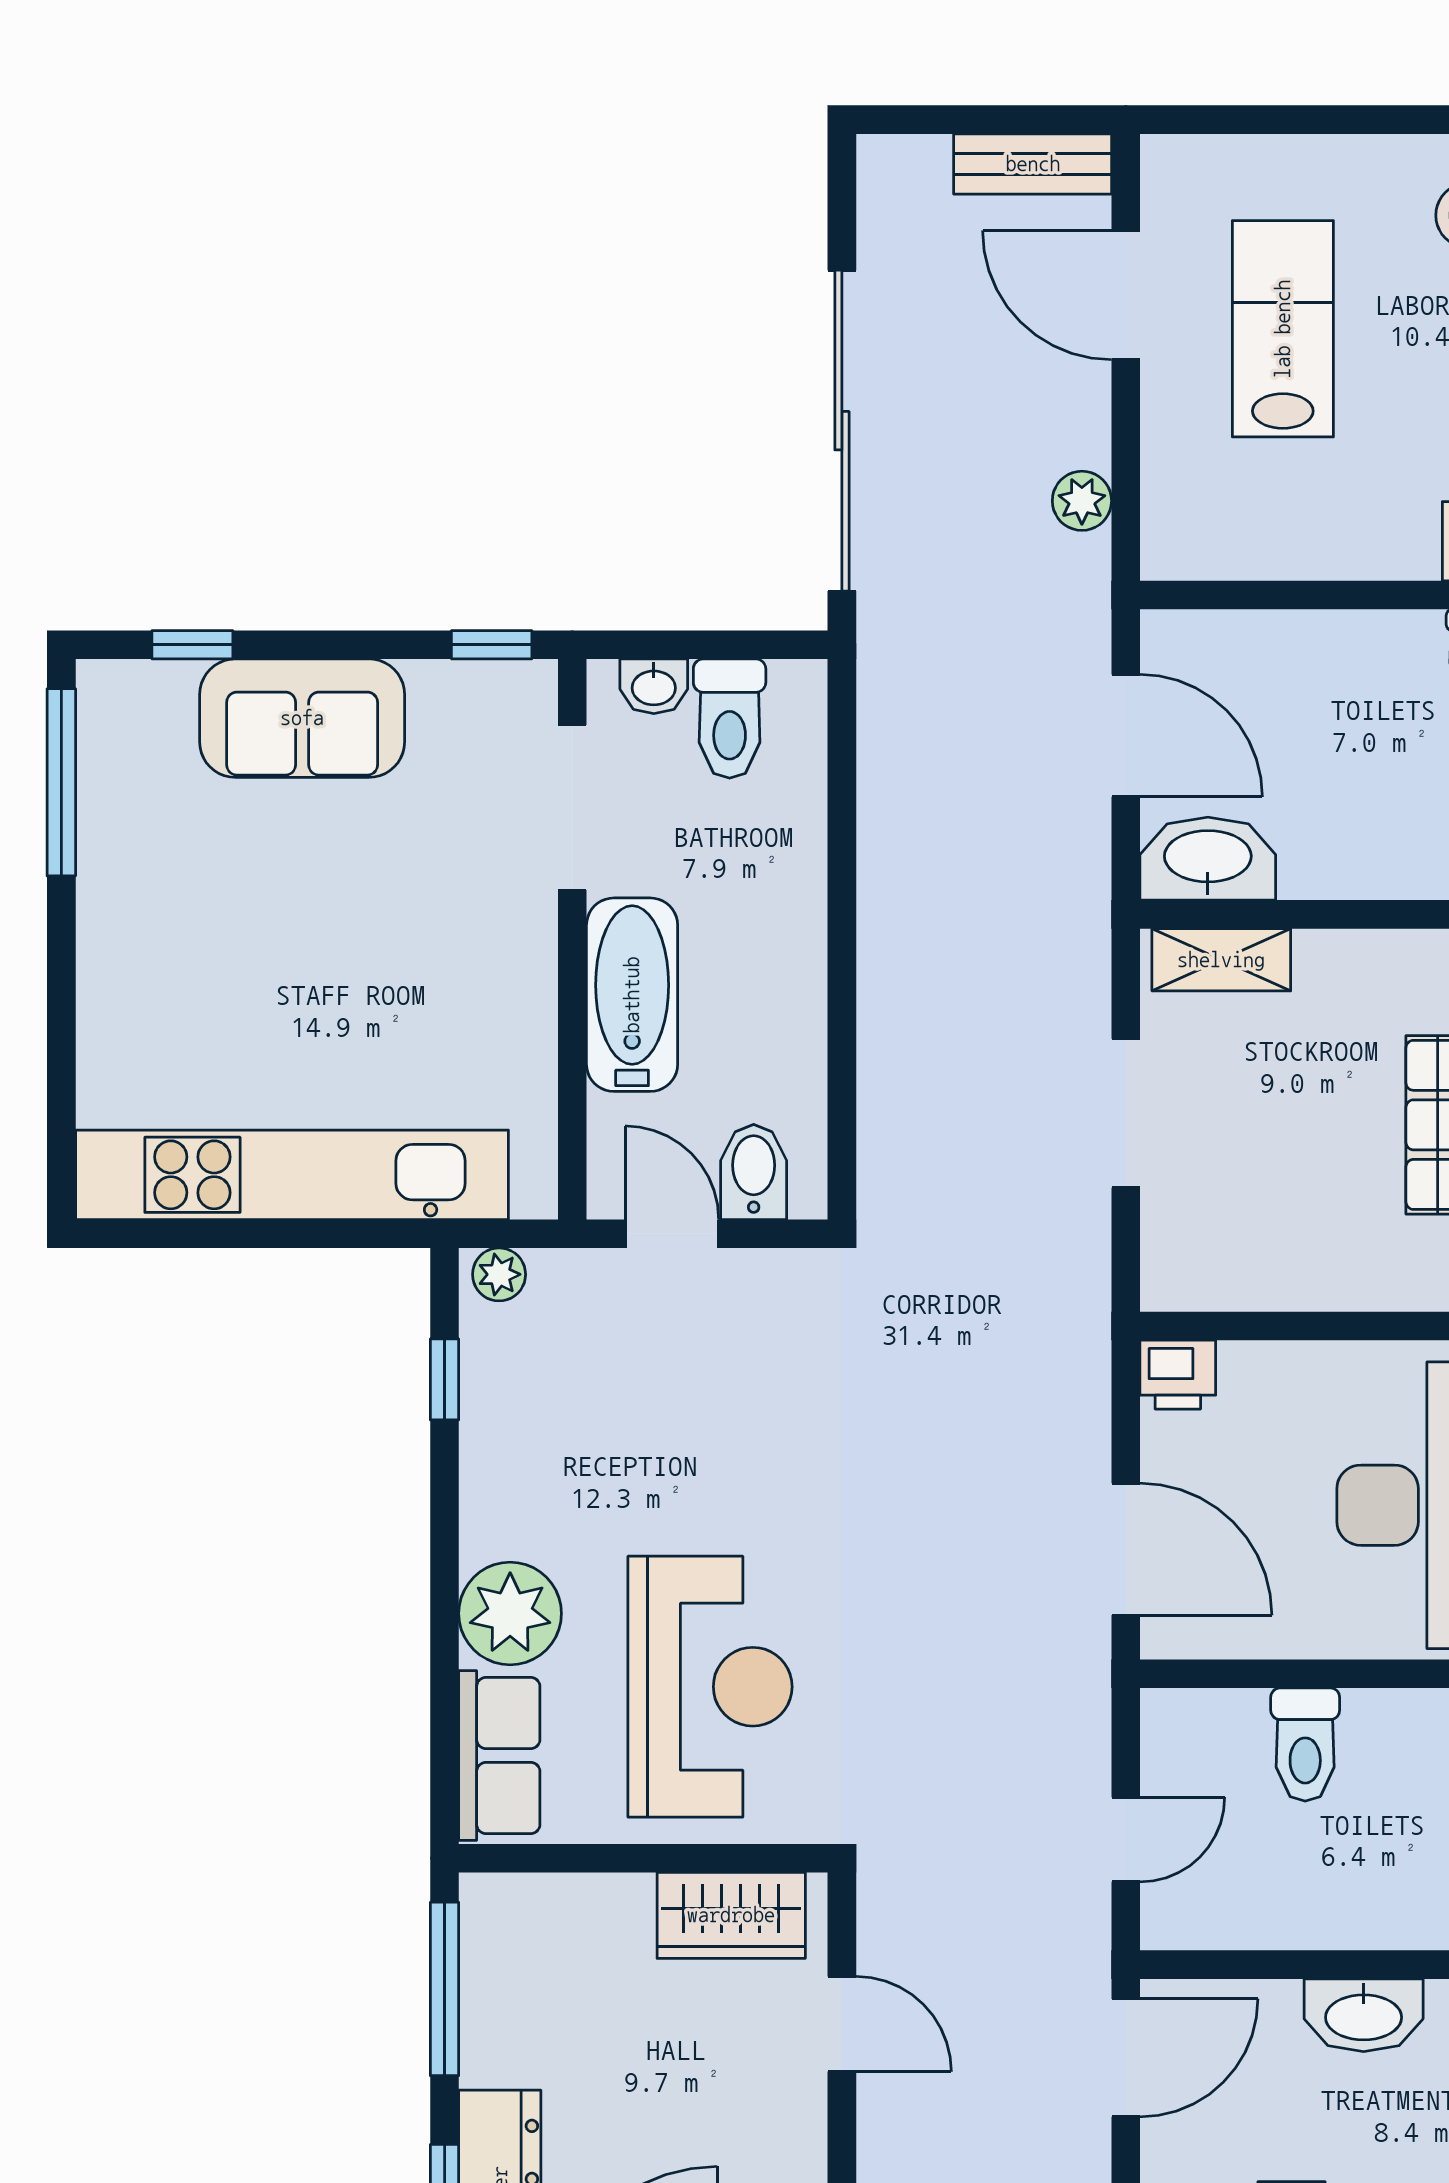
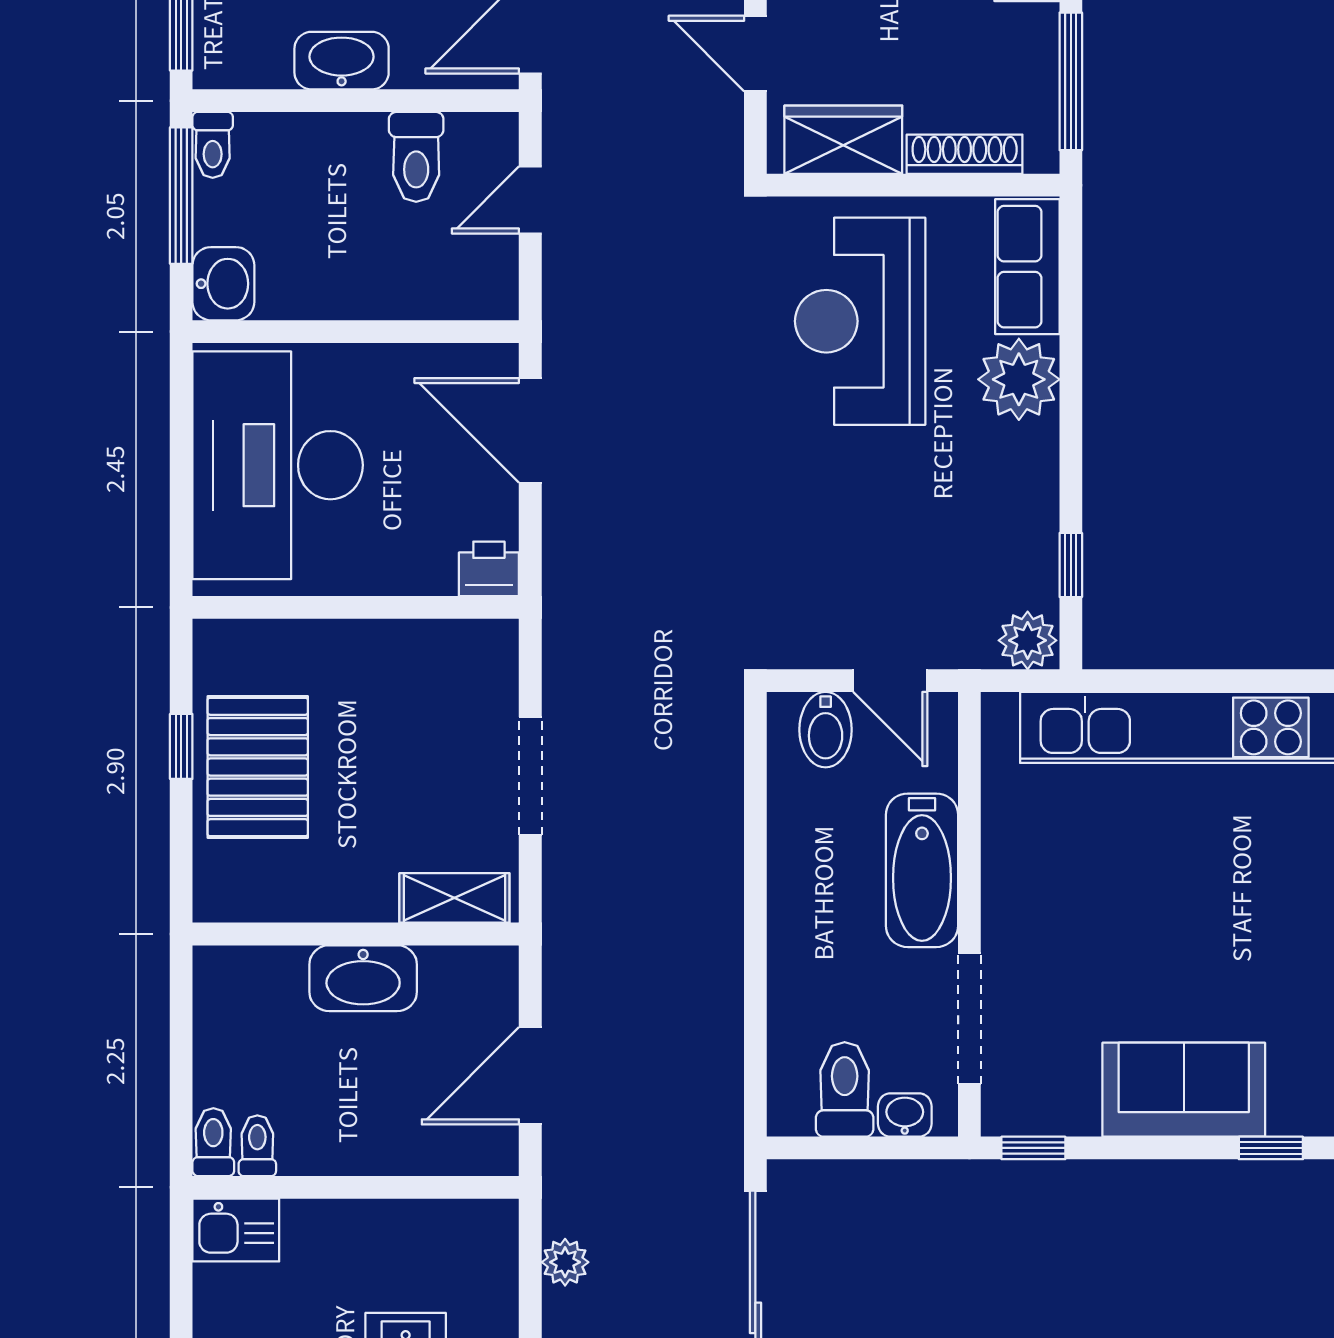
door: (1126, 736) -> (530, 1076), hinge flipped
washbasin: (1208, 859) -> (363, 978), moved
plant: (499, 1274) -> (1028, 640), width x1.38, depth x1.38
toilet: (1305, 1745) -> (416, 157), moved, turned 180
shoe rack: (578, 1897) -> (965, 154), added

